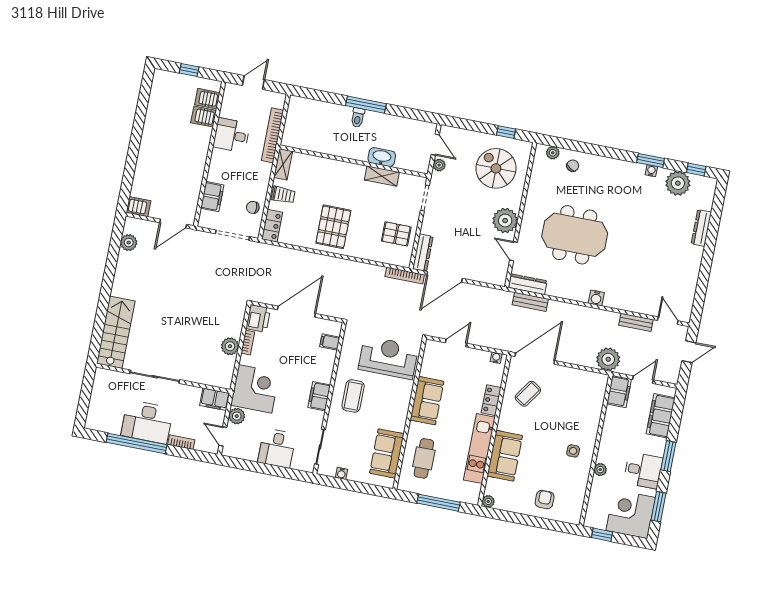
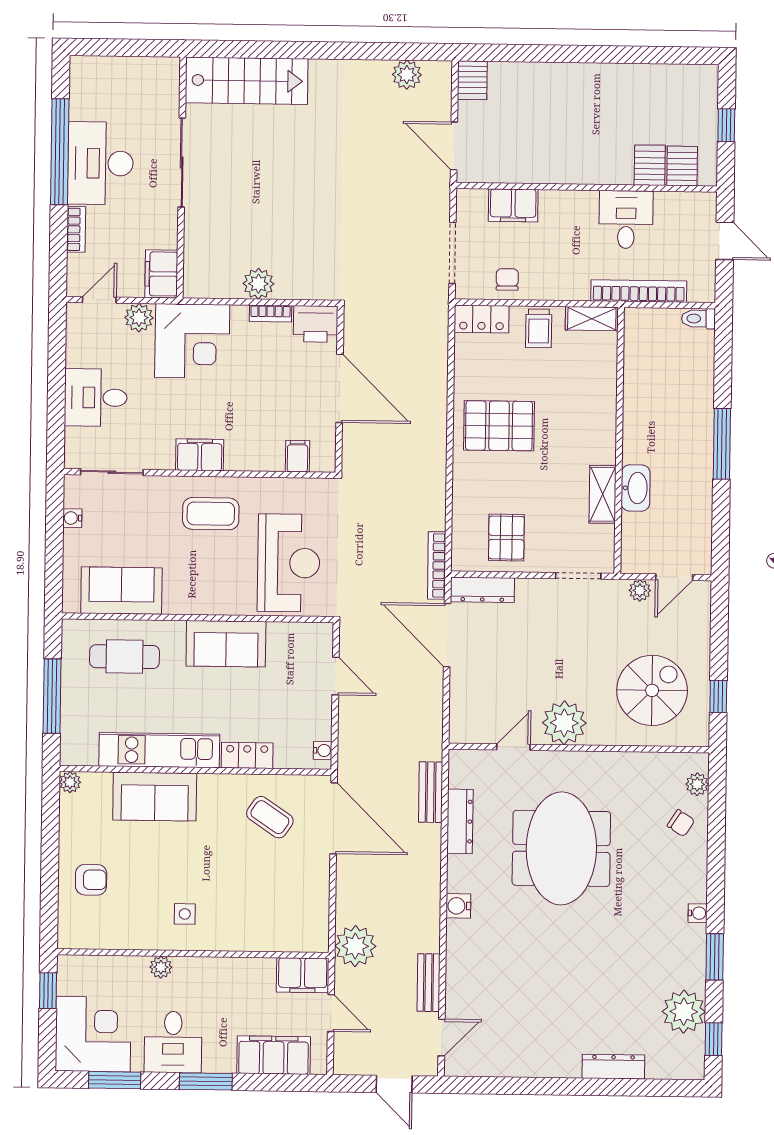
toilet: (358, 117) -> (698, 319), moved
water cooler: (651, 171) -> (698, 913), moved
dresser: (528, 284) -> (460, 821), moved

